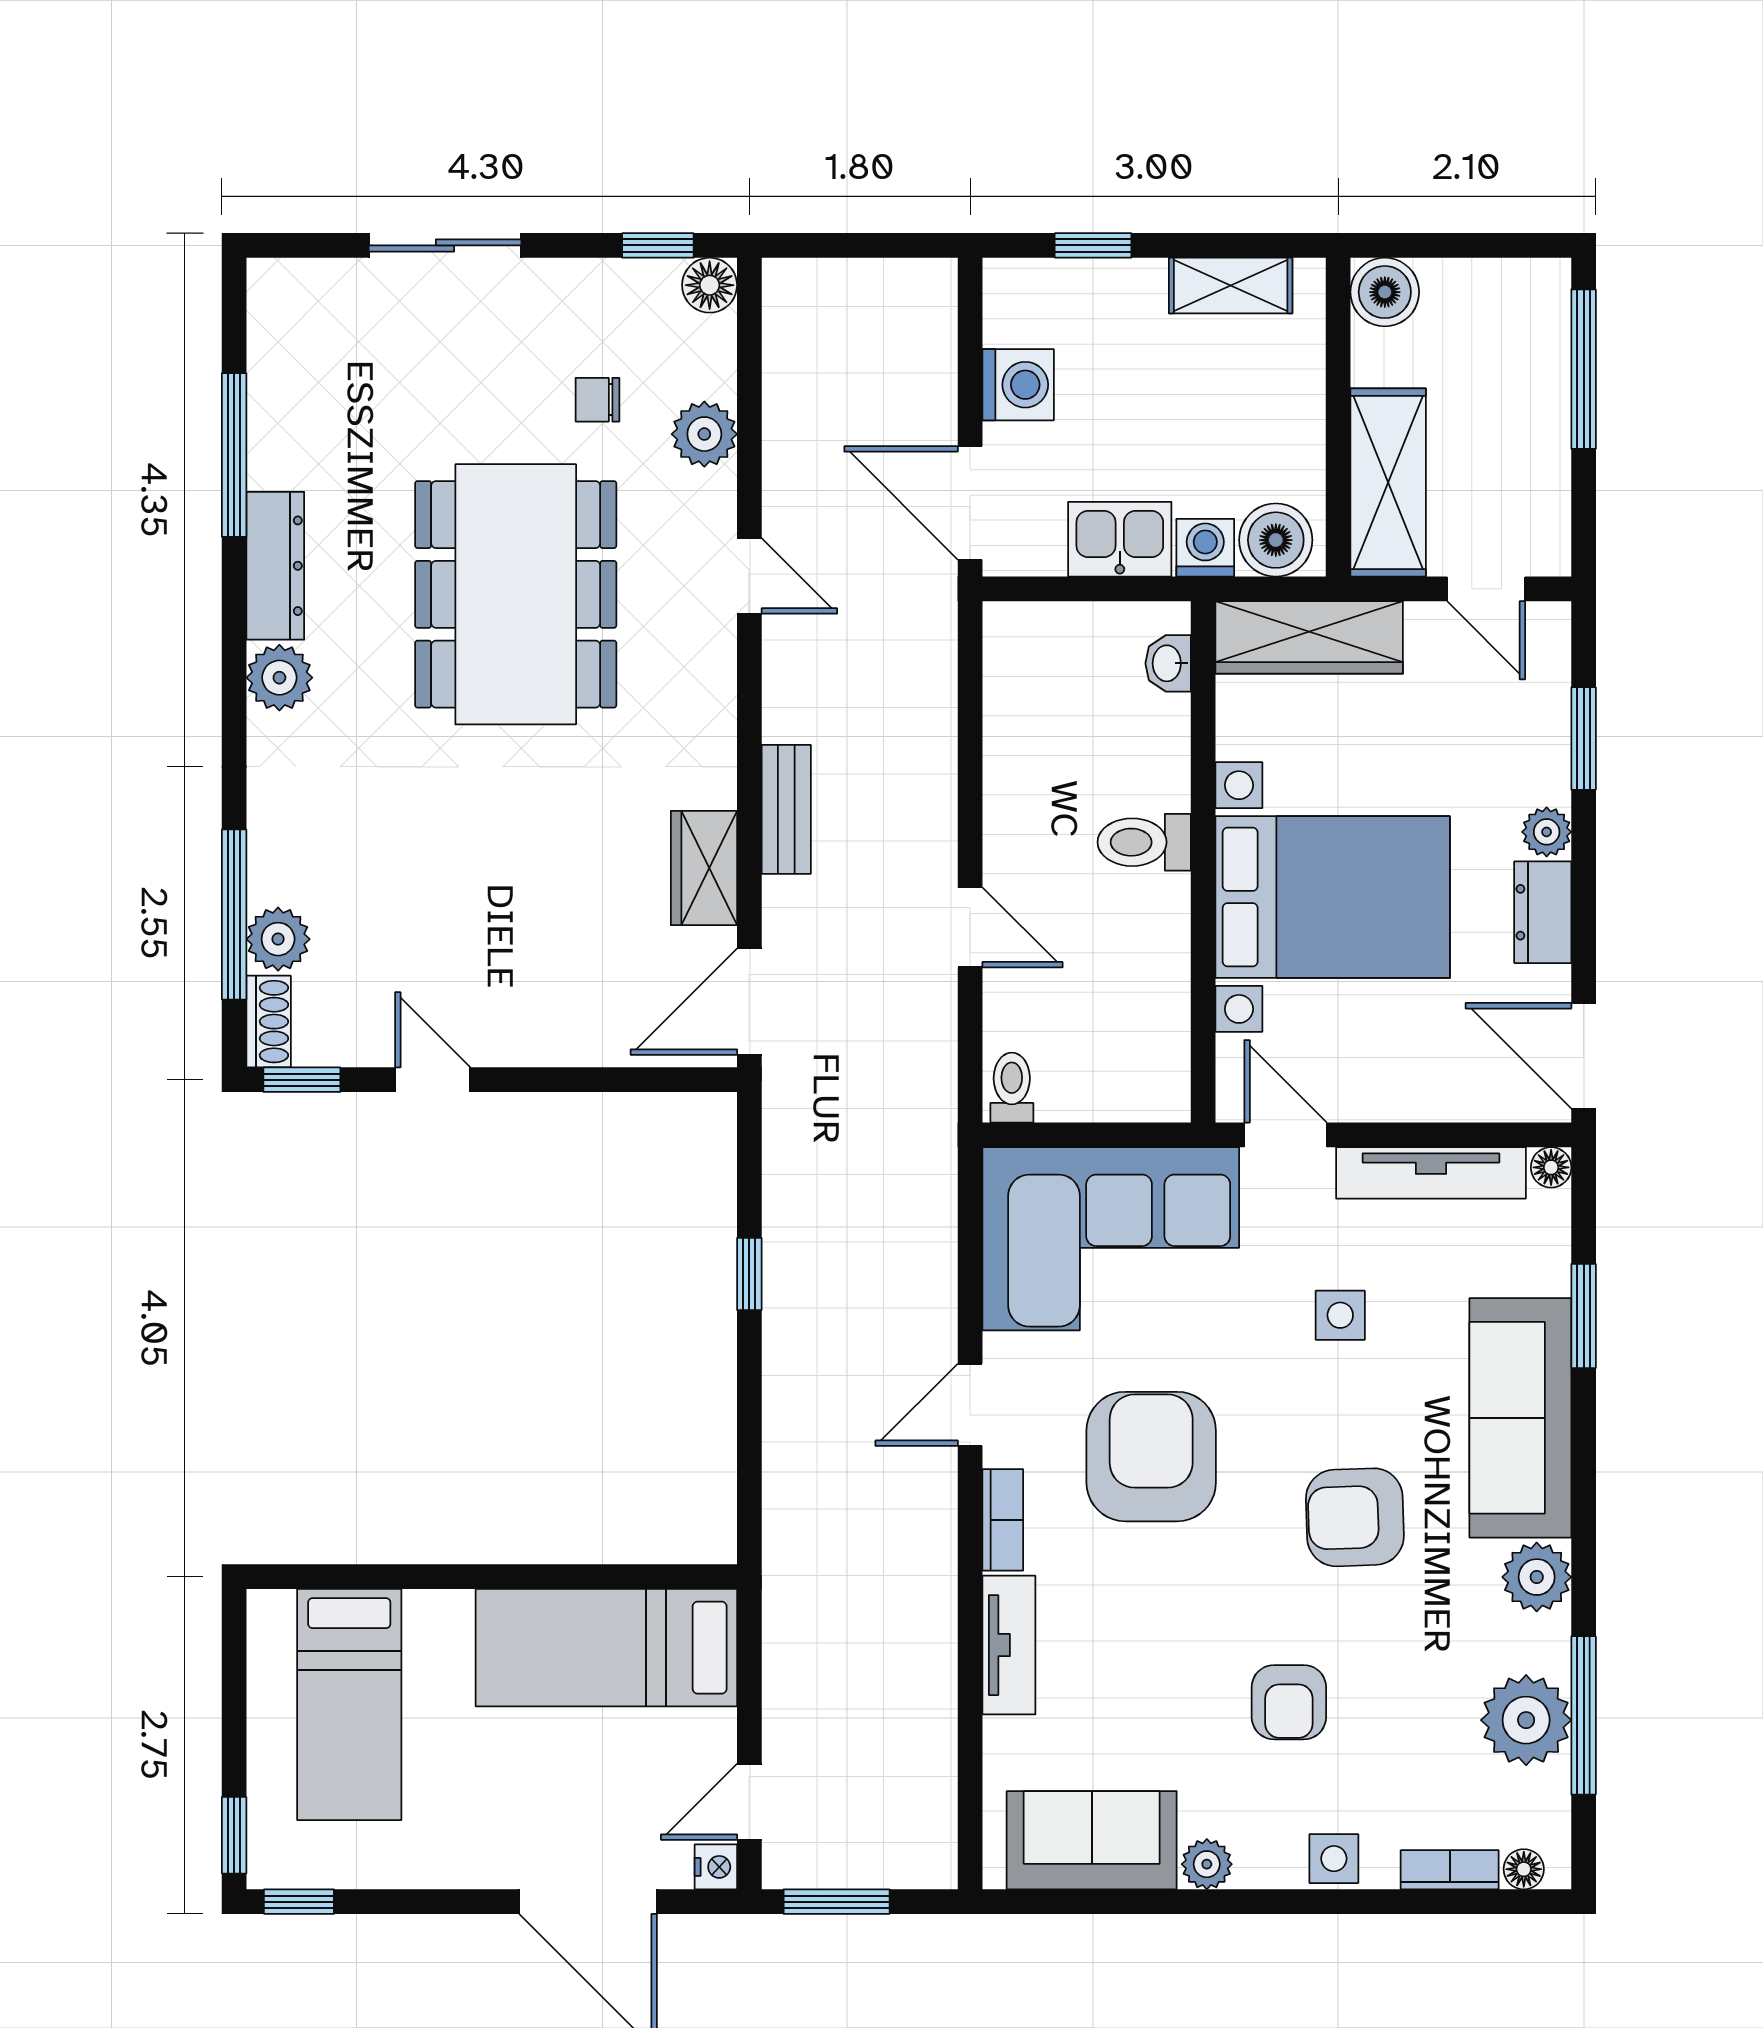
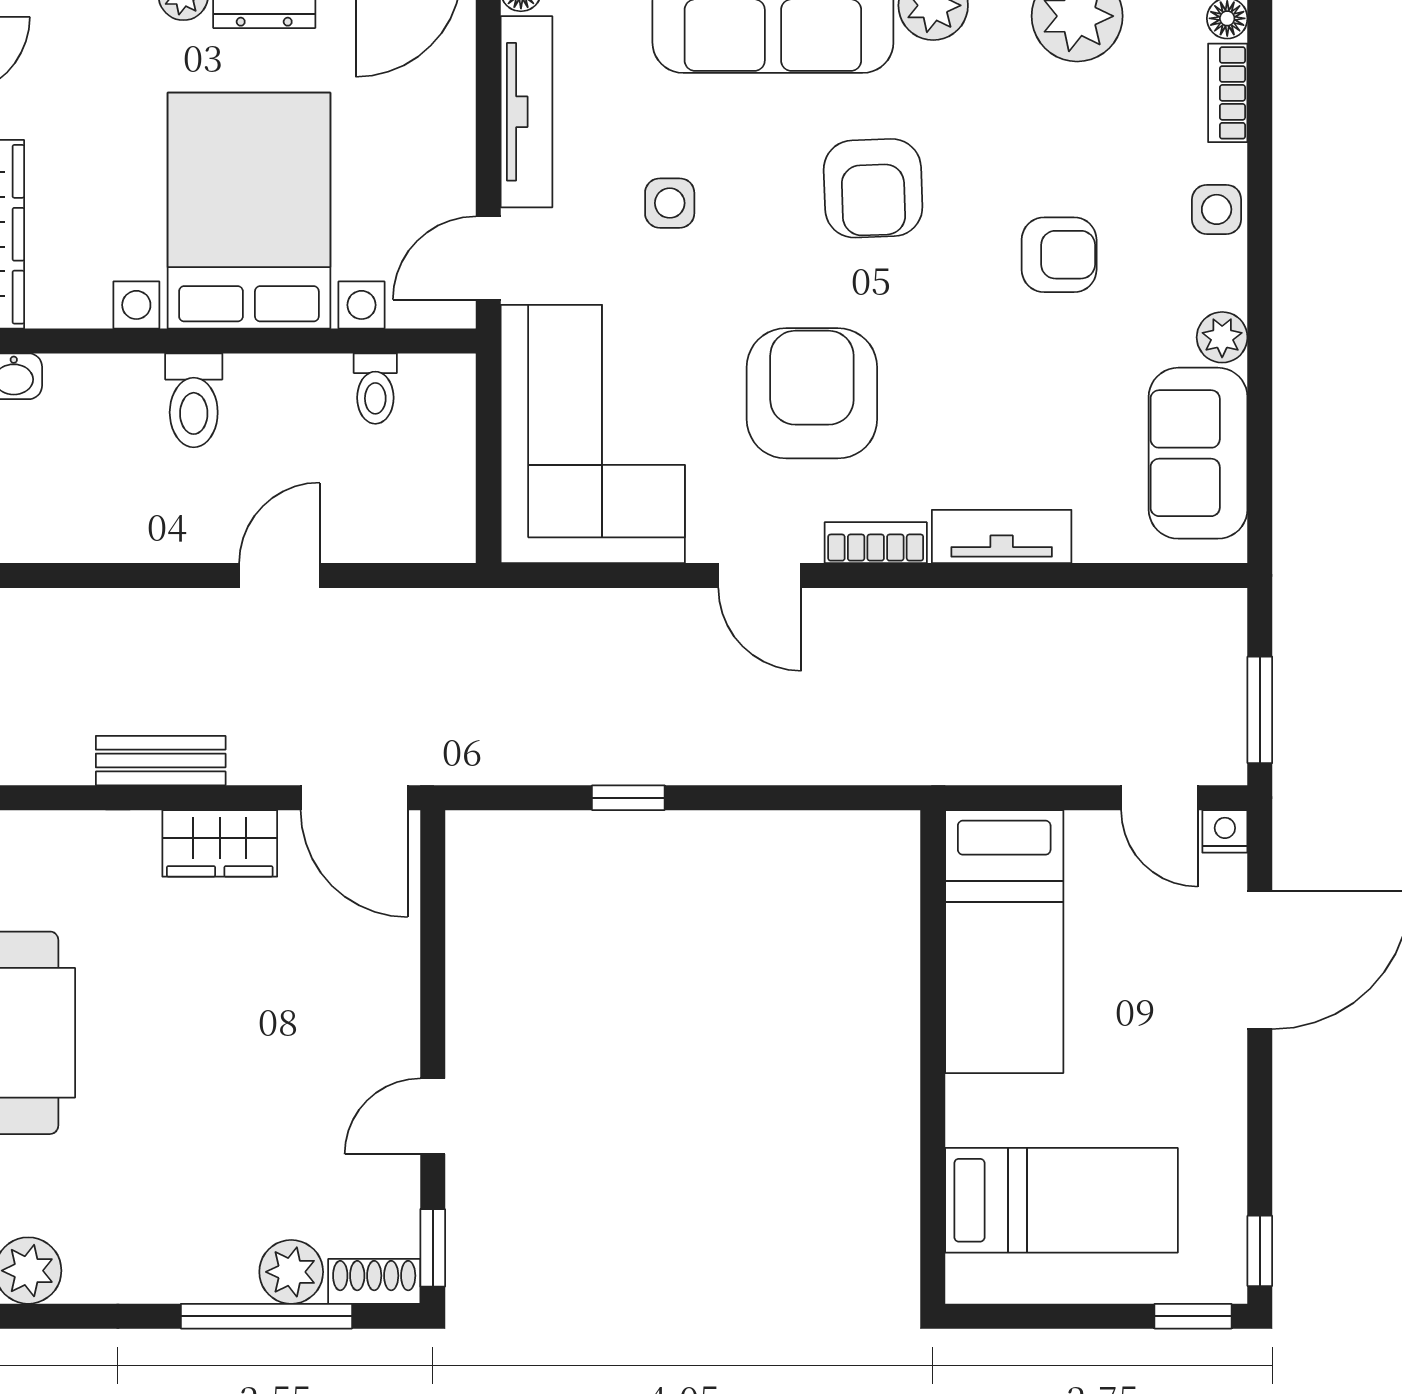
toilet: (1012, 1088) -> (375, 389), moved, turned -90
armchair: (1151, 1457) -> (812, 393), turned 90

